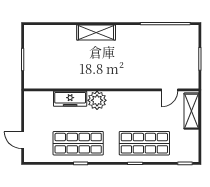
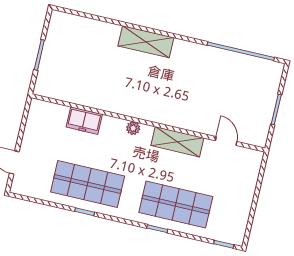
door: (170, 90) -> (226, 141), swing flipped
freezer: (70, 99) -> (84, 121), width x0.71
plant: (97, 100) -> (133, 128), width x0.53, depth x0.53
shelving: (191, 111) -> (177, 142), moved, turned 90

